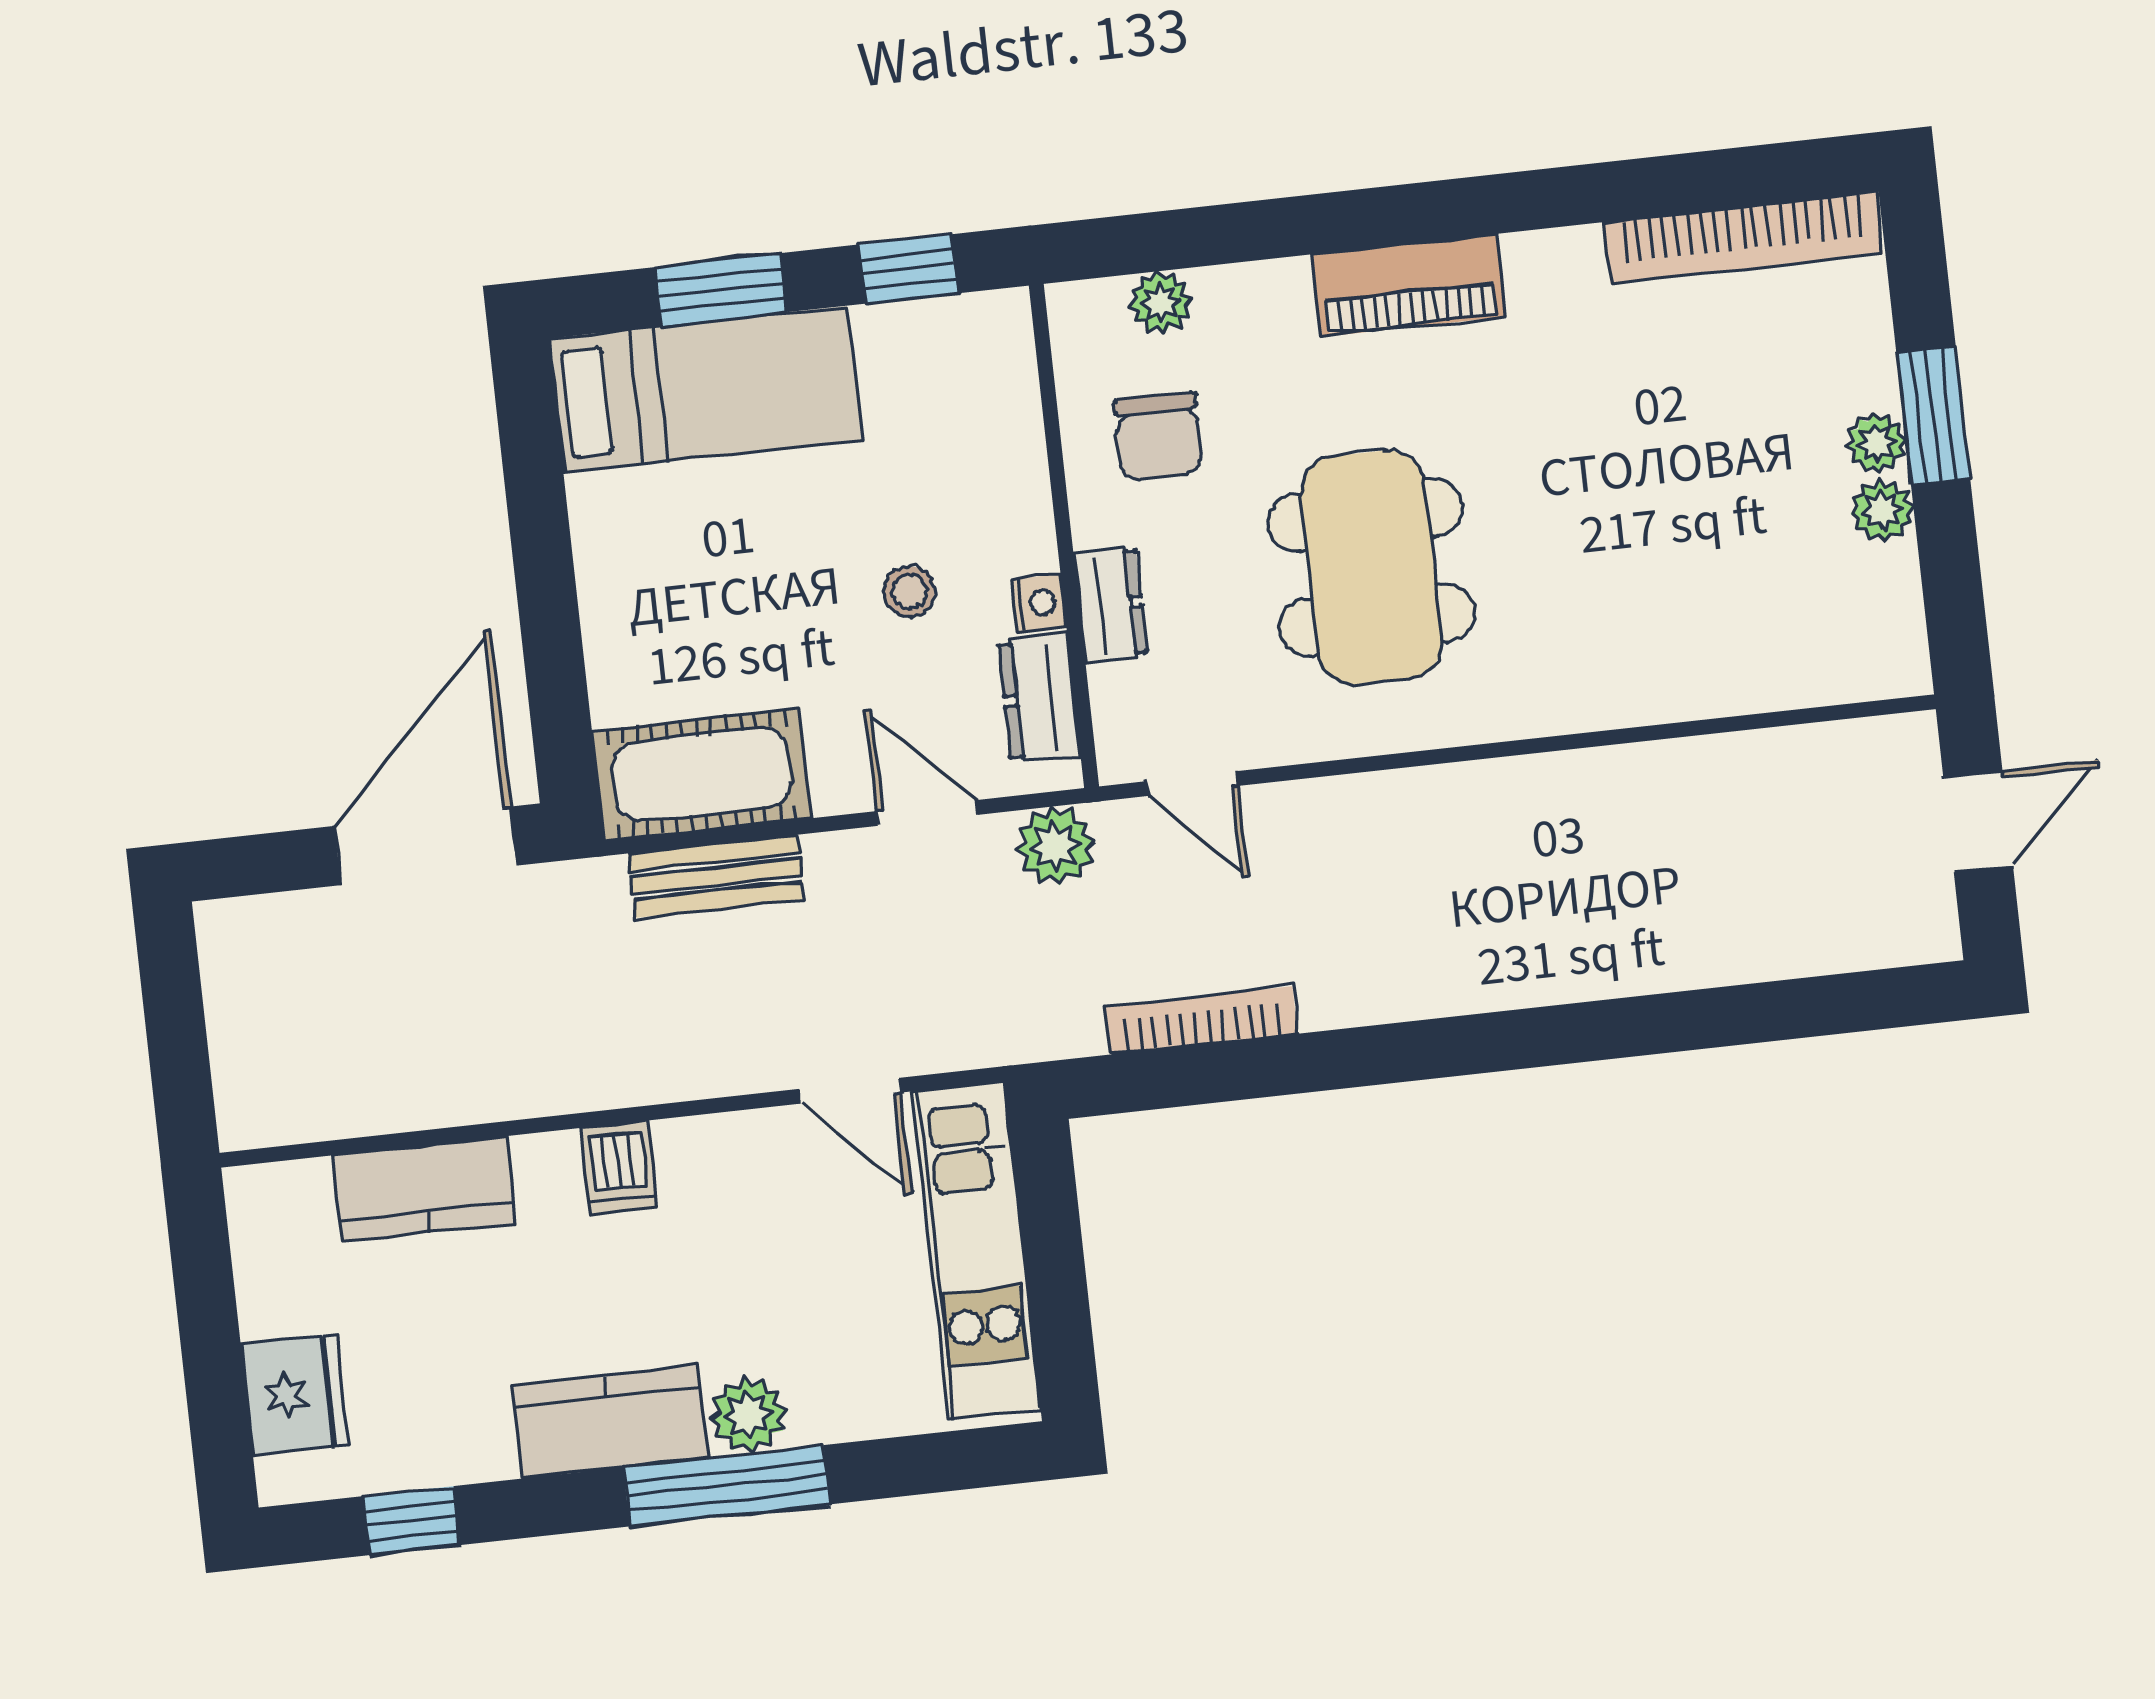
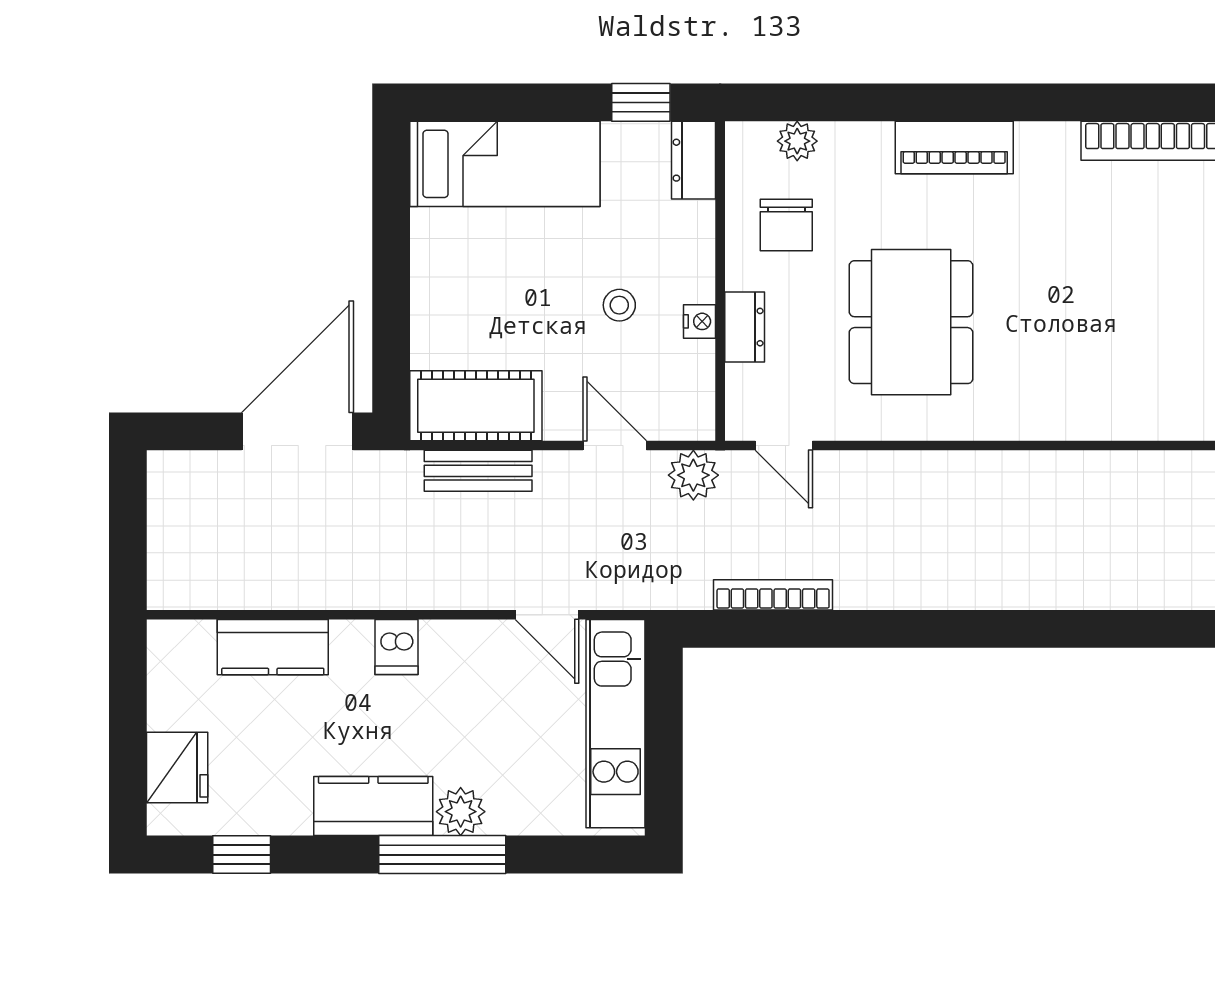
window: (721, 290) -> (522, 102), removed
dresser: (1039, 698) -> (693, 160), moved

